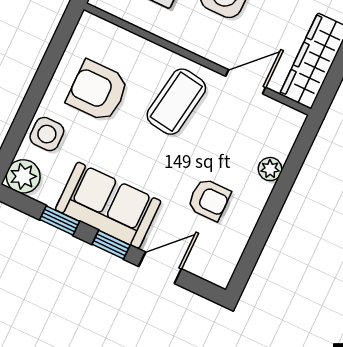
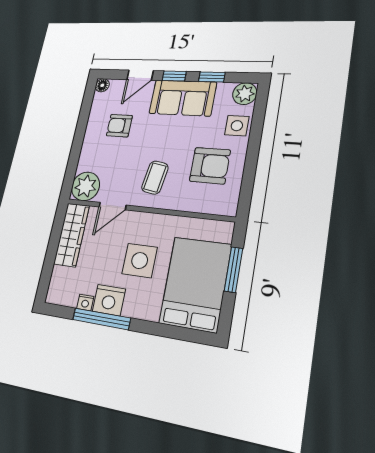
coffee table: (176, 102) -> (155, 178), width x0.73, depth x0.77
plant: (270, 169) -> (86, 186), moved, width x1.88, depth x1.88
floor lamp: (221, 276) -> (102, 85), added

